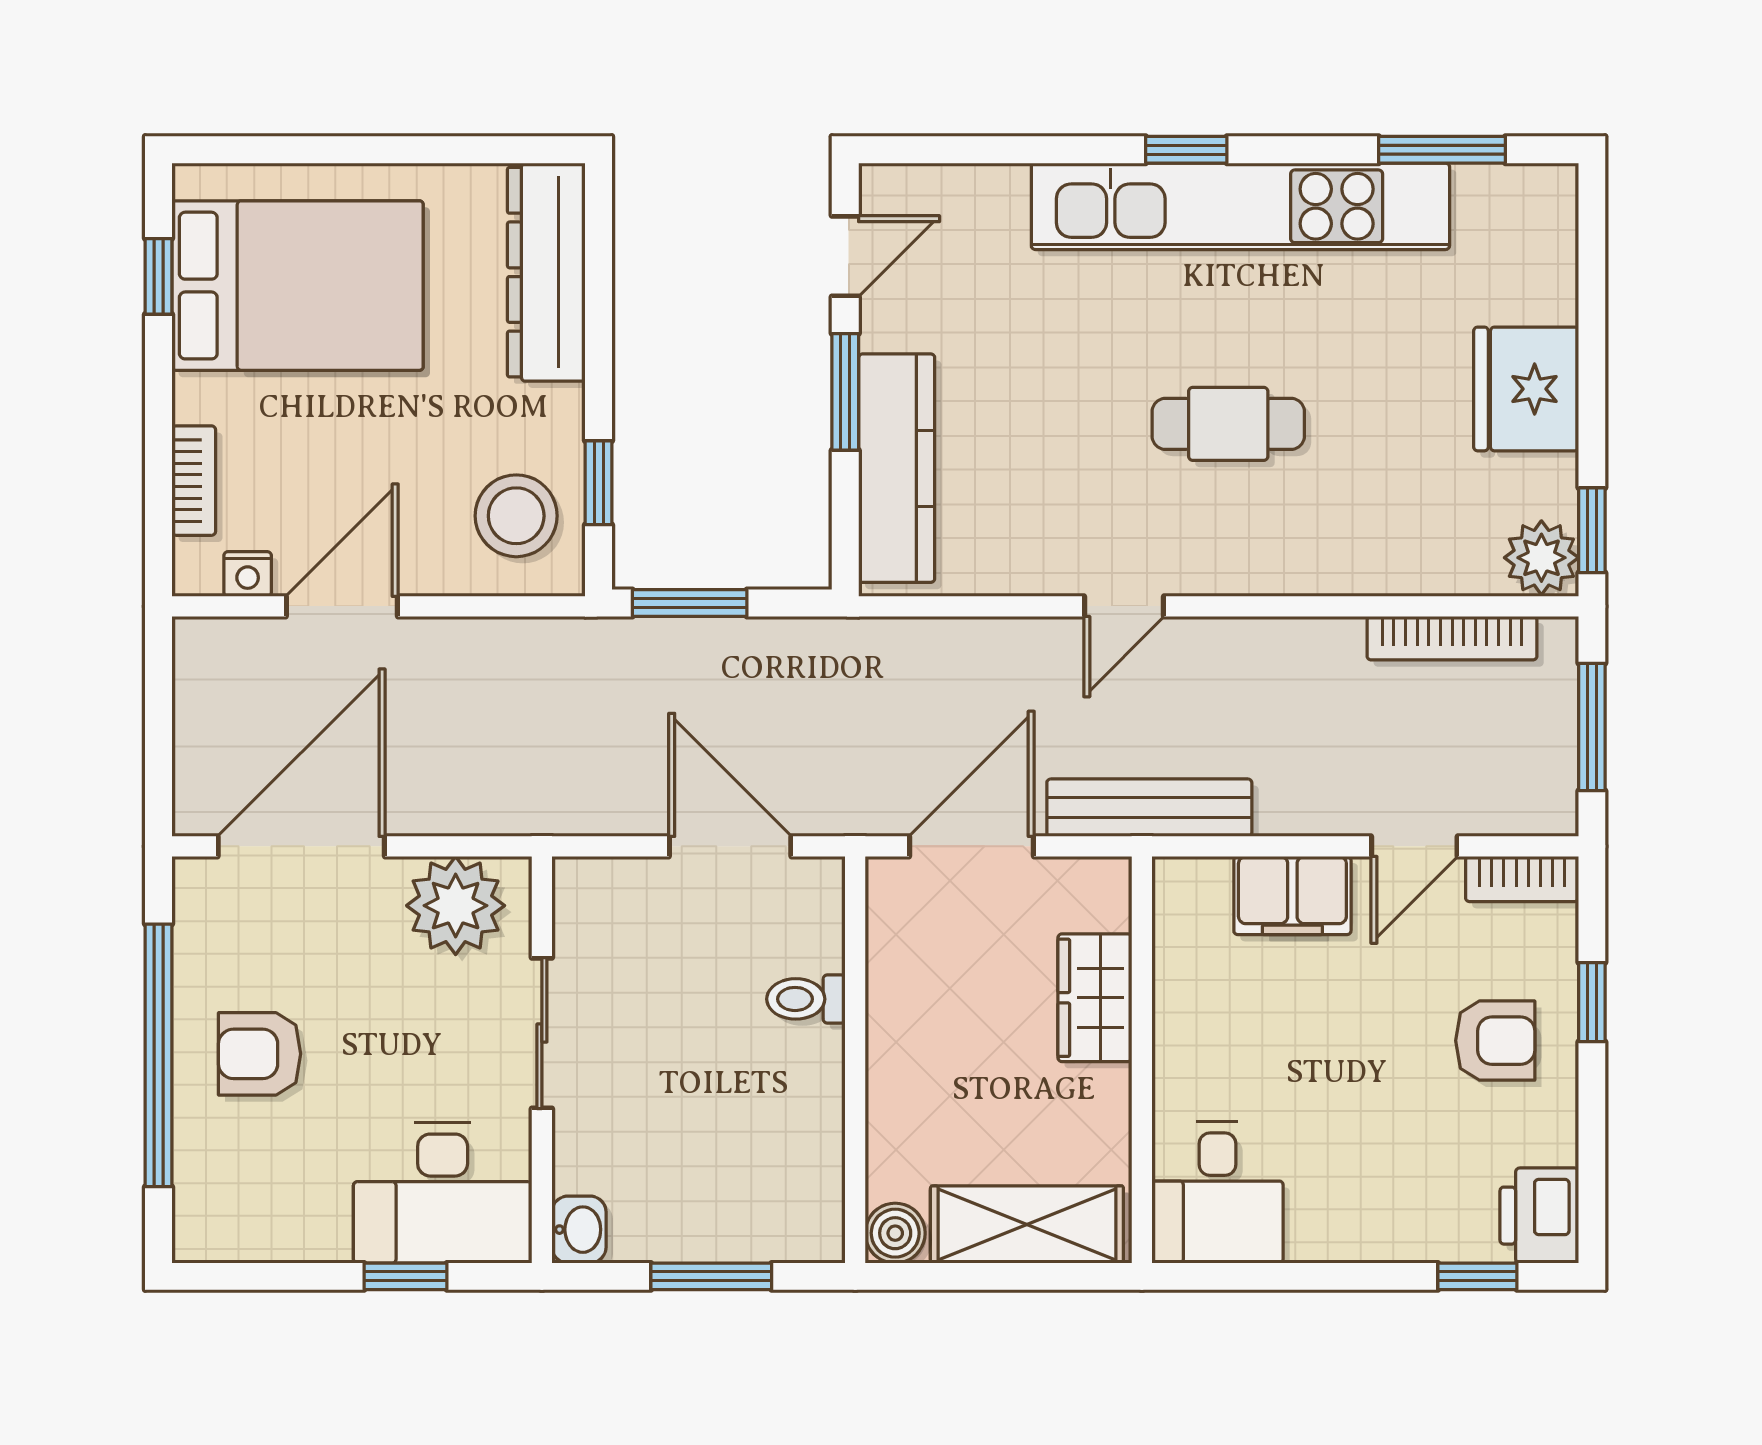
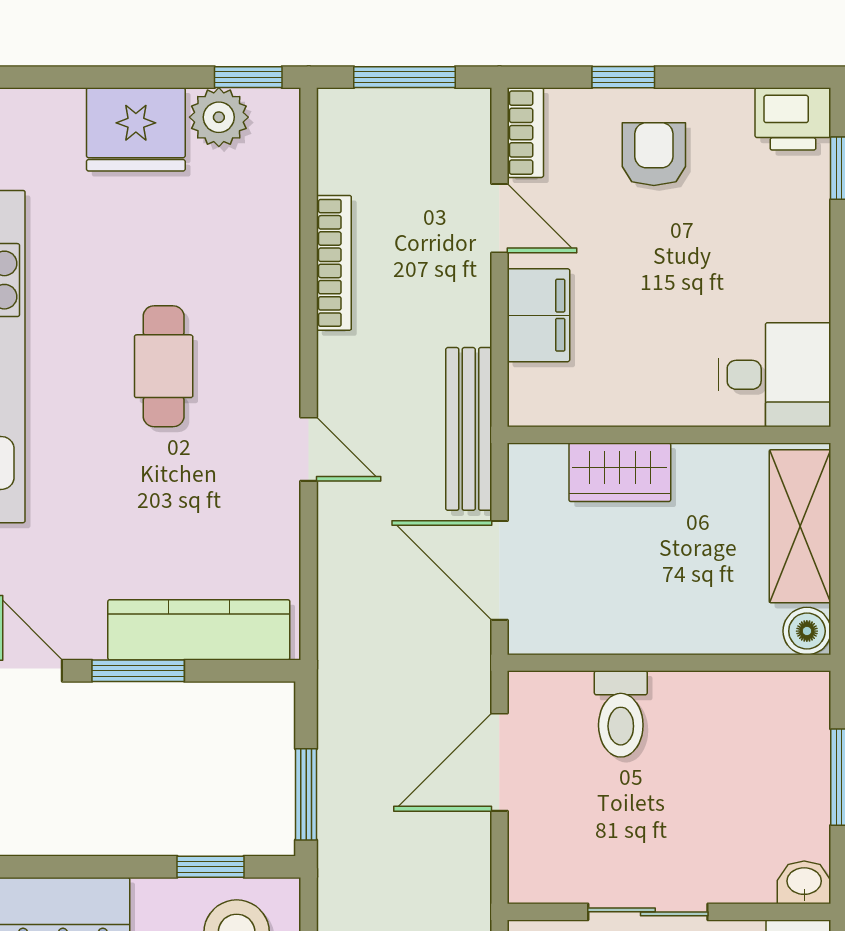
plant: (1541, 558) -> (219, 117), moved
bookcase: (1452, 638) -> (334, 263), moved
toilet: (806, 999) -> (621, 714), width x1.37, depth x1.39

